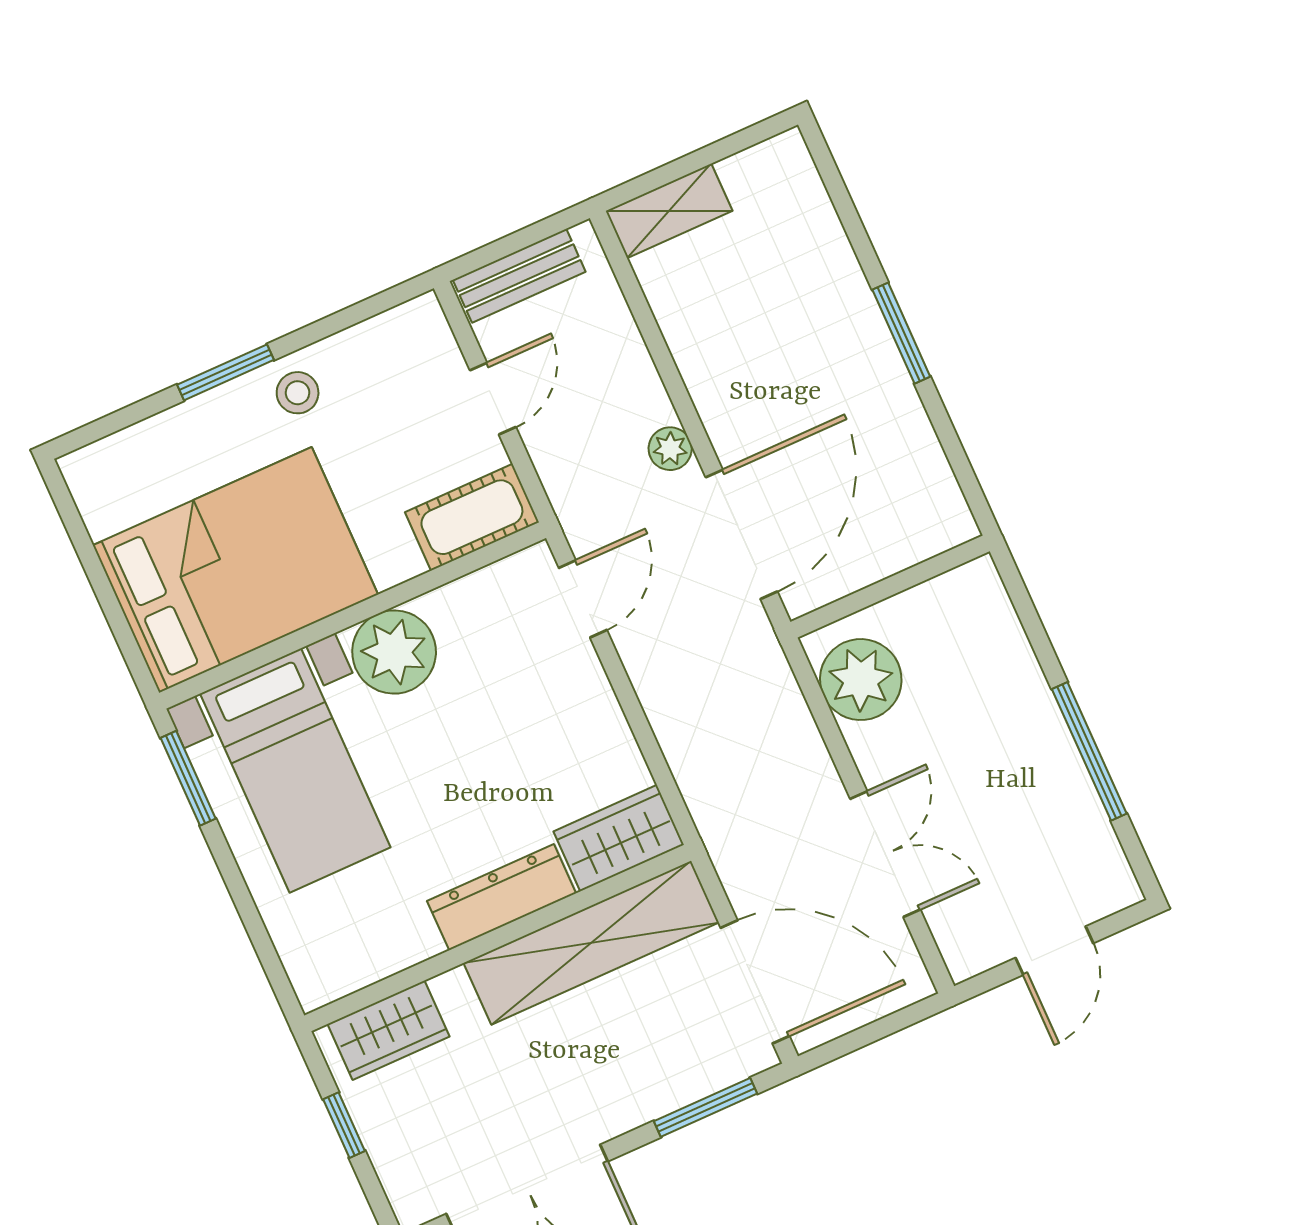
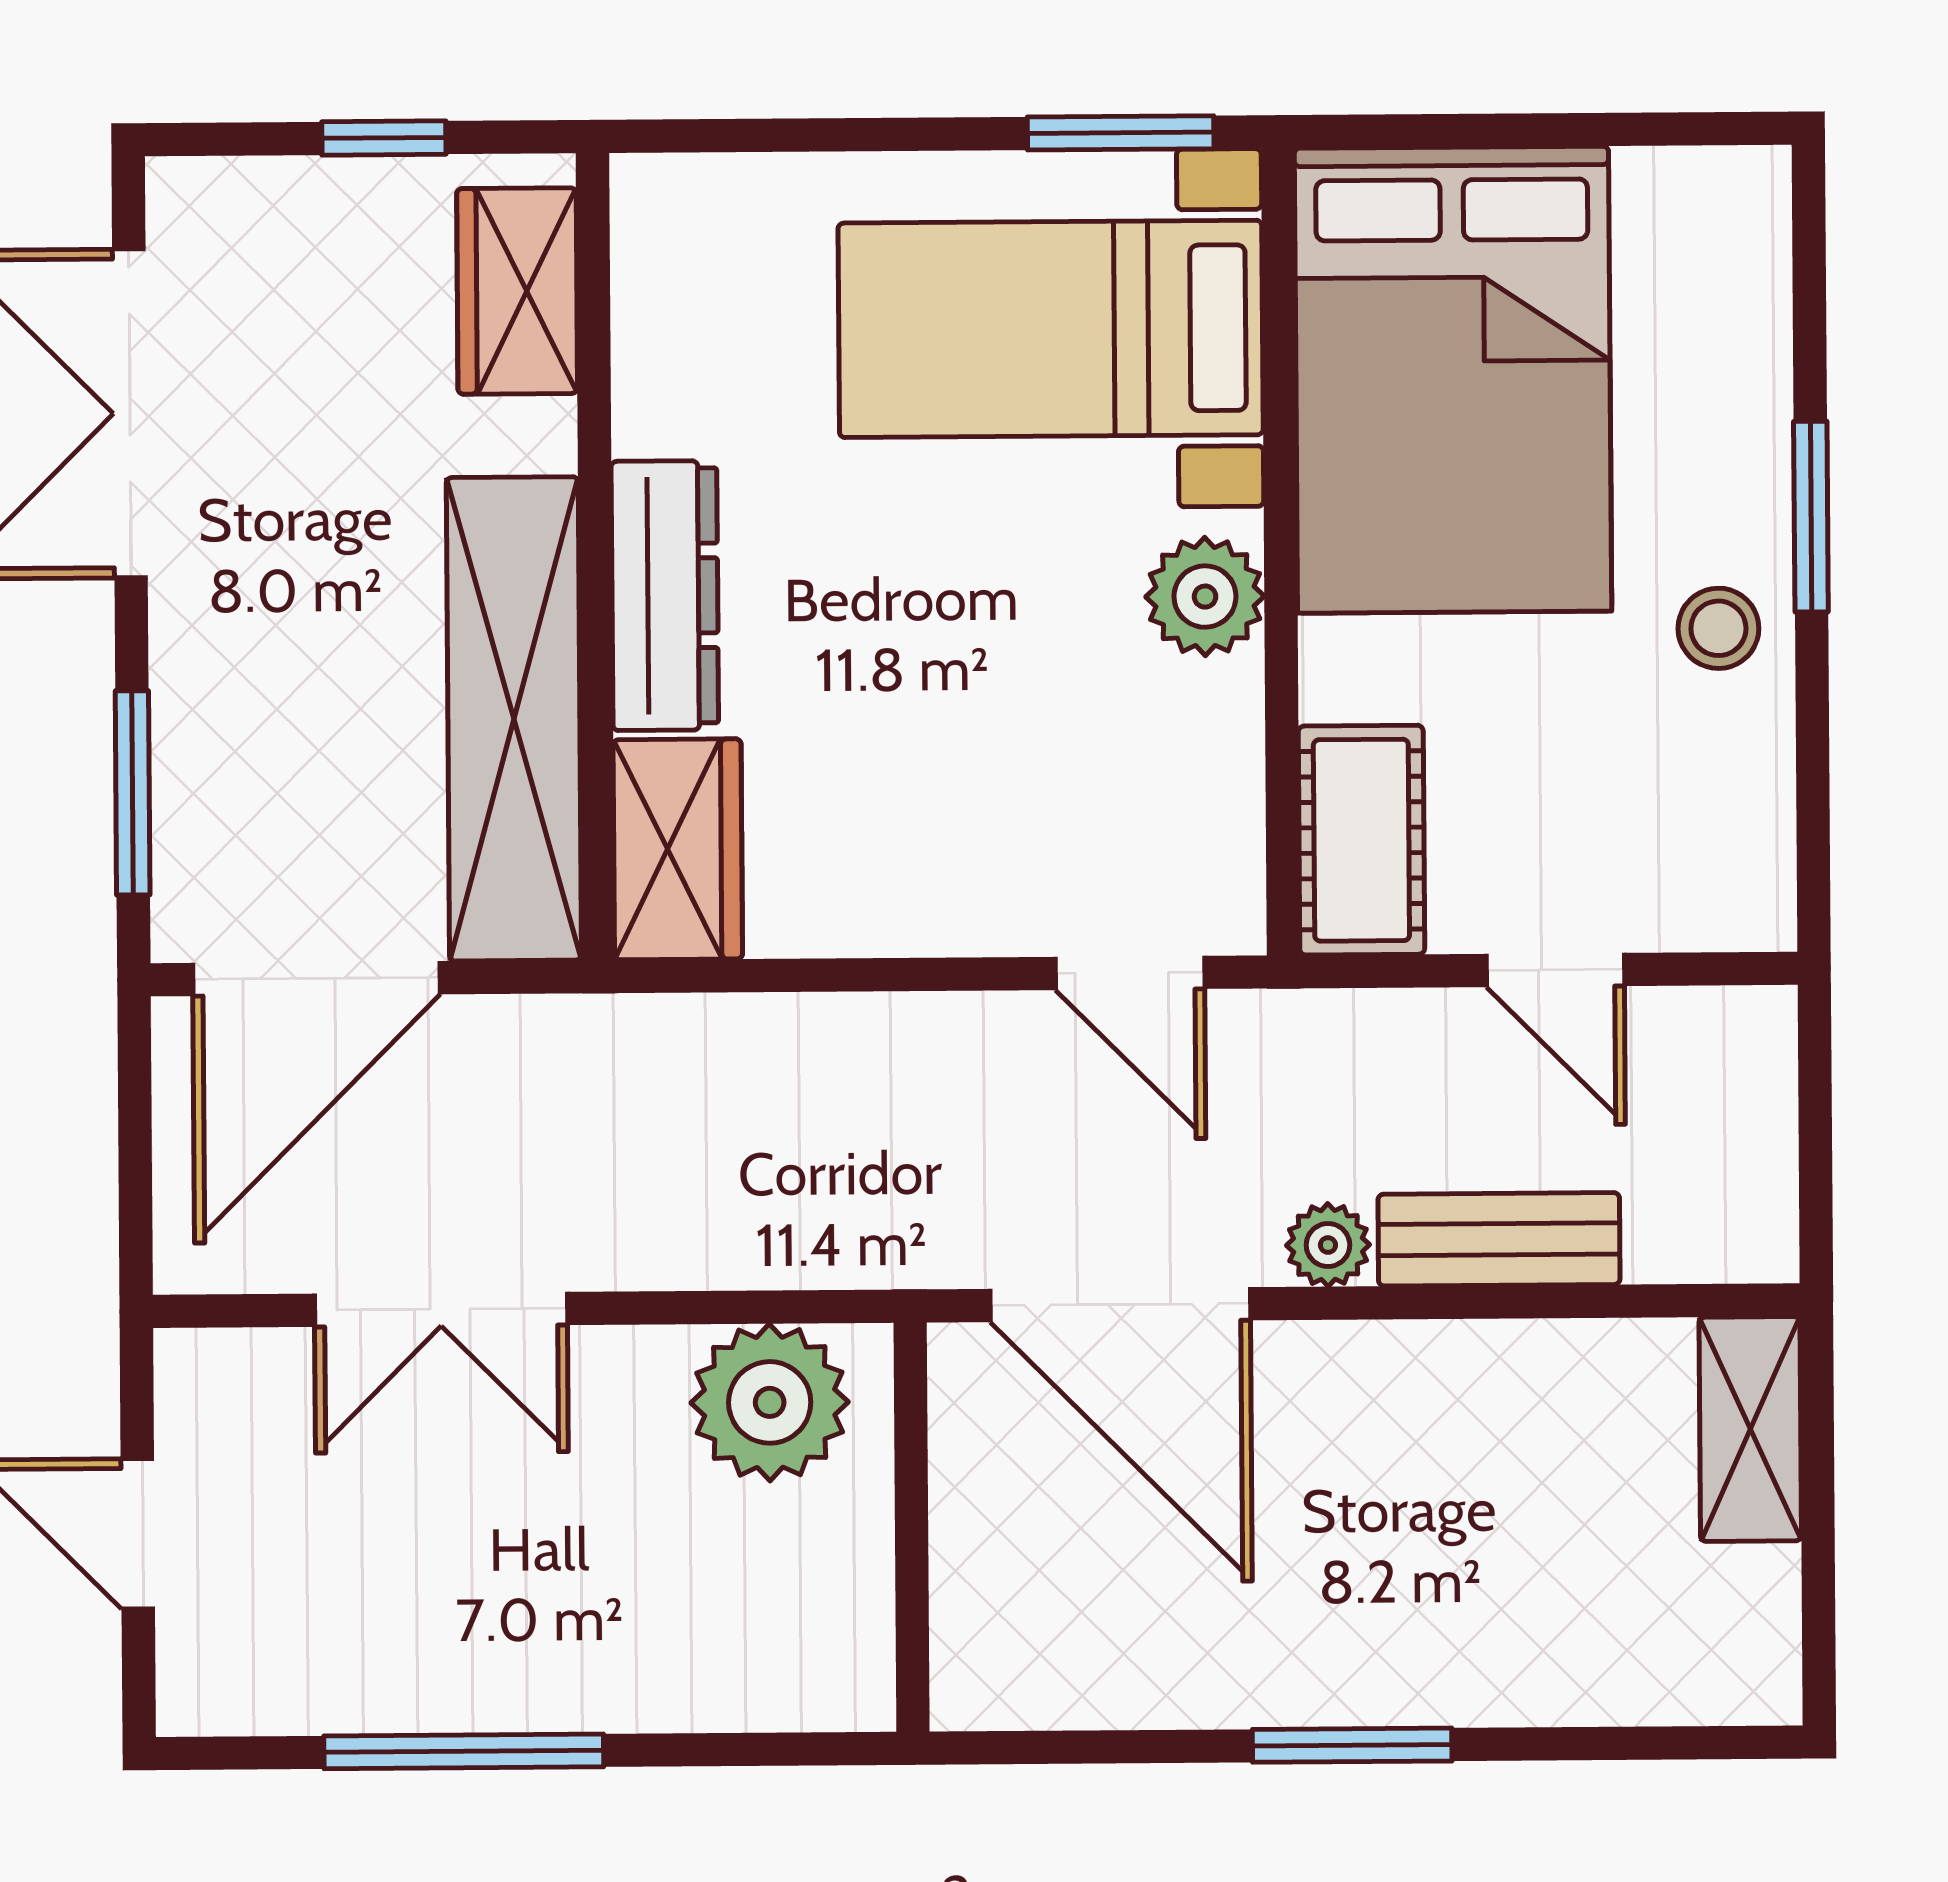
bench: (519, 276) -> (1499, 1239), moved, turned 90
plant: (394, 652) -> (1205, 597), width x0.73, depth x0.73

